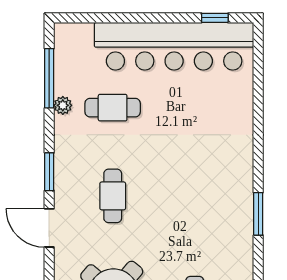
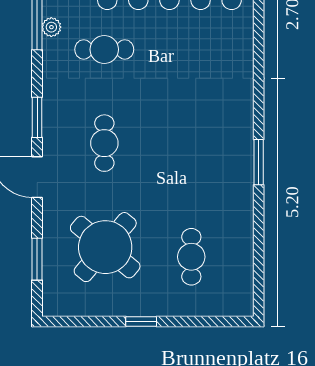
plant: (63, 105) -> (51, 27), moved

